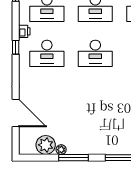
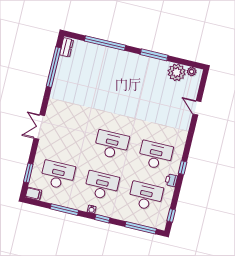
door: (16, 113) -> (197, 108), width x0.53
plant: (61, 150) -> (192, 72), moved

